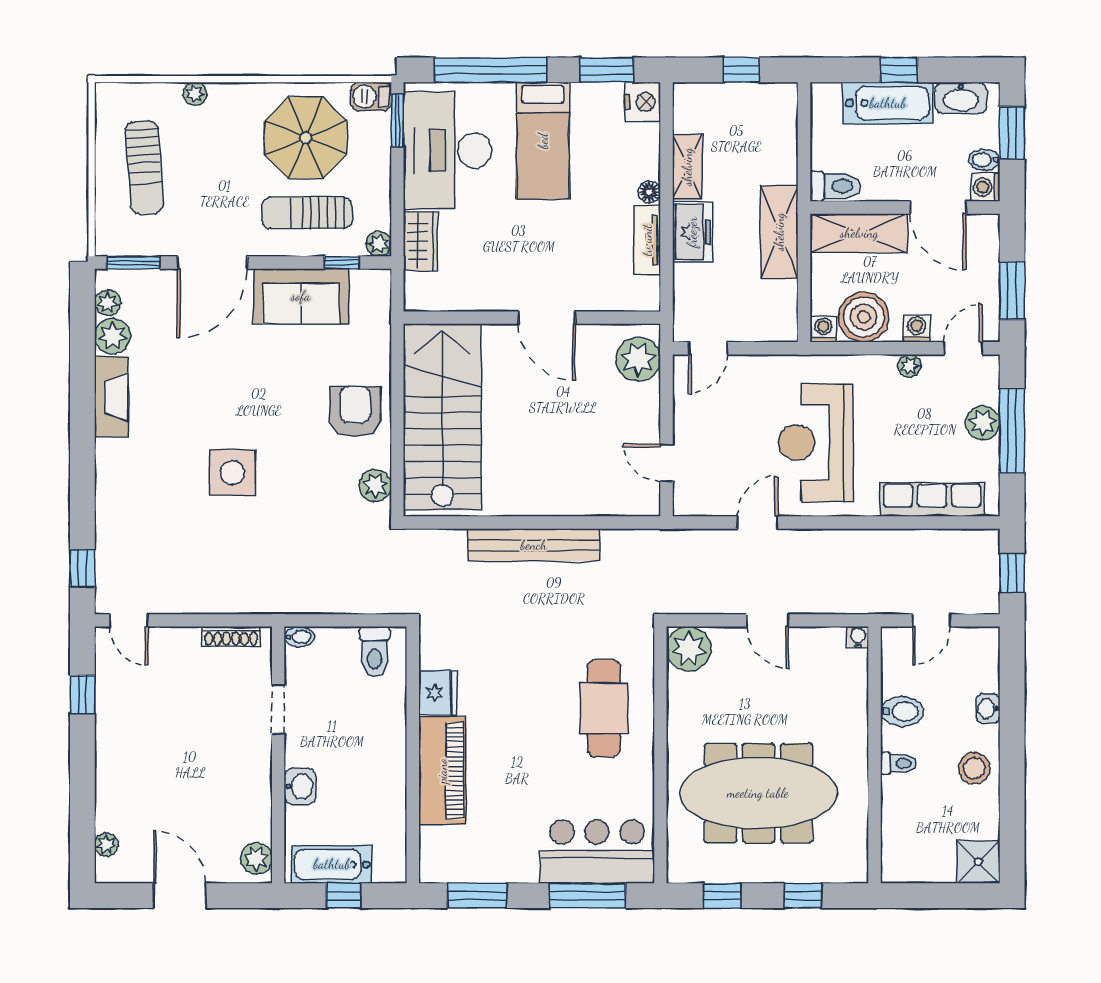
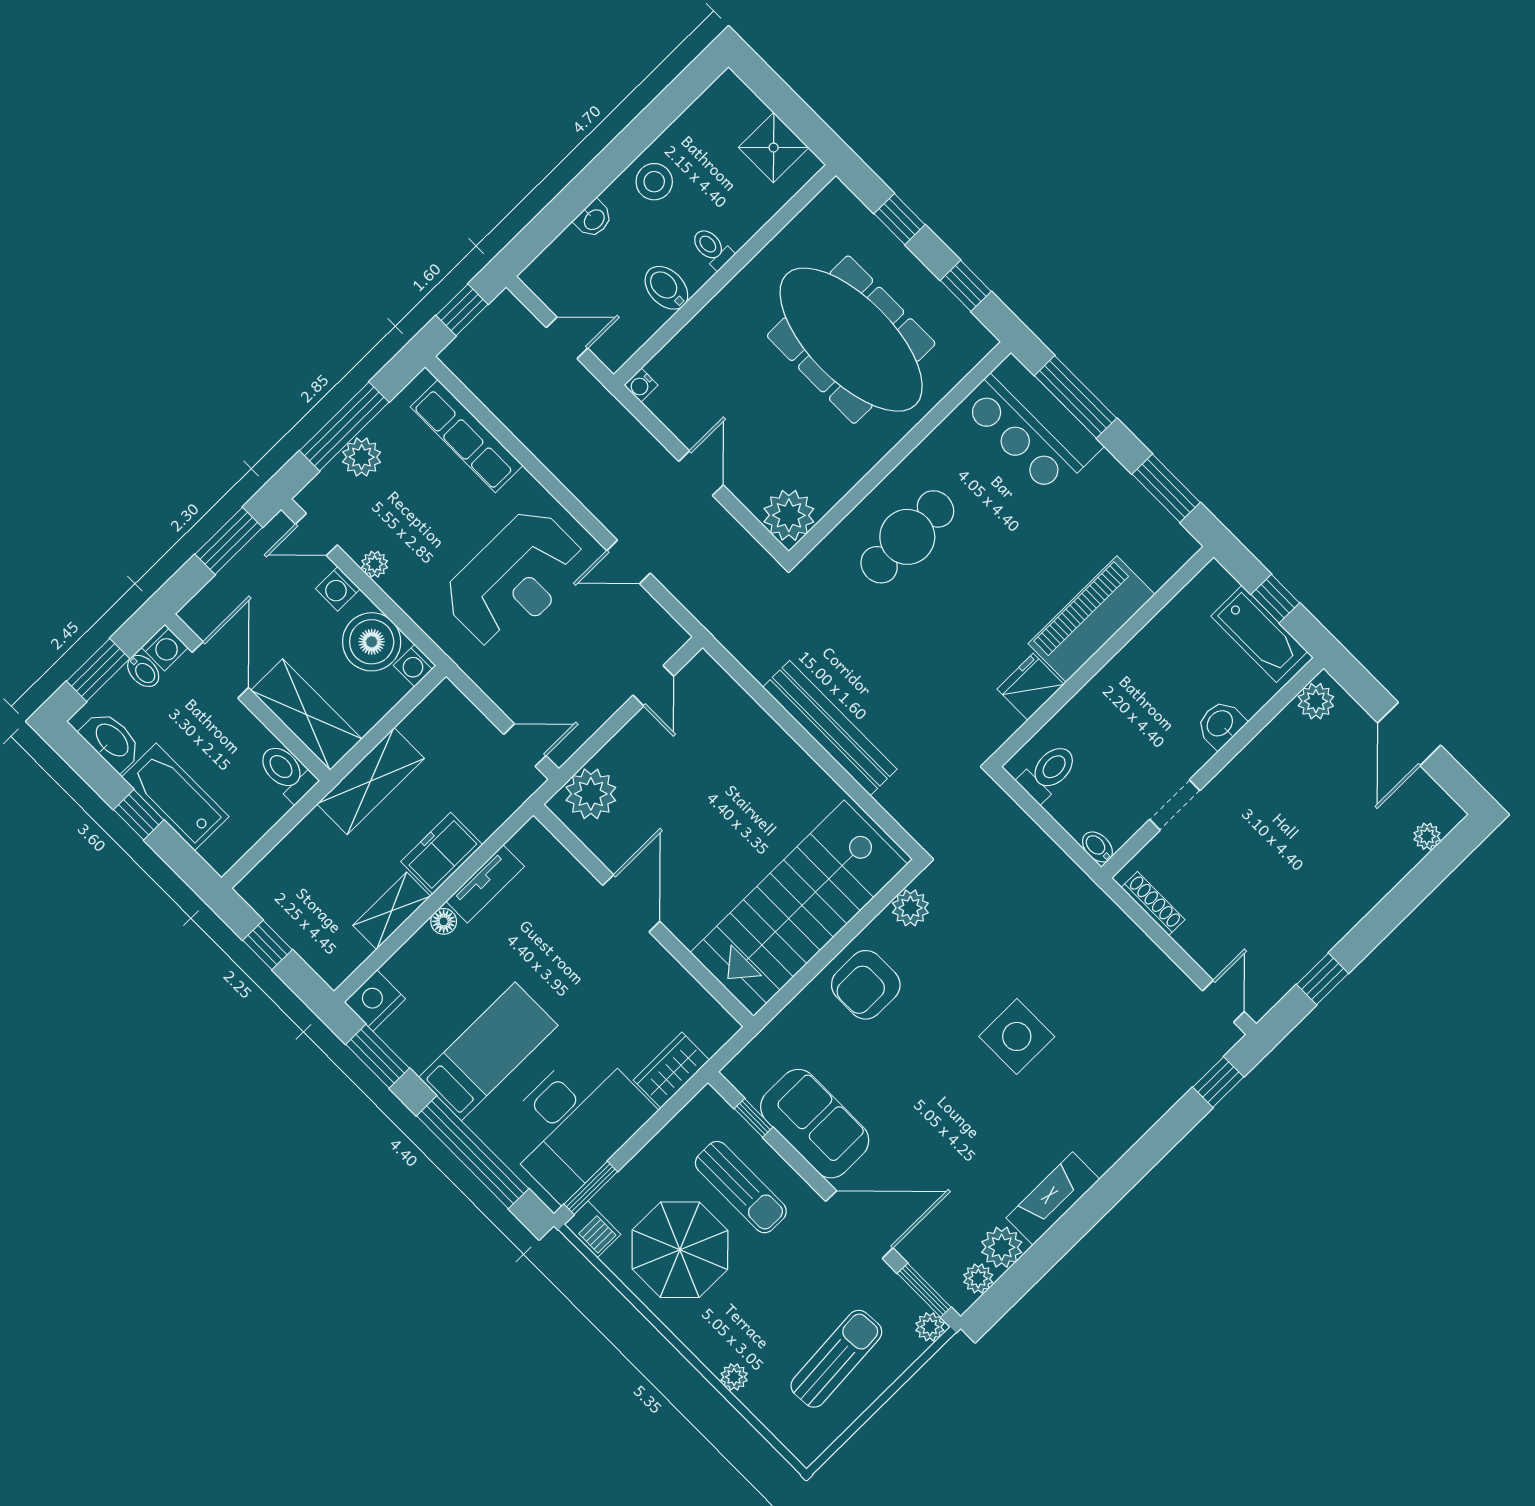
plant: (379, 244) -> (930, 1327), moved
shower: (978, 862) -> (774, 148), moved

